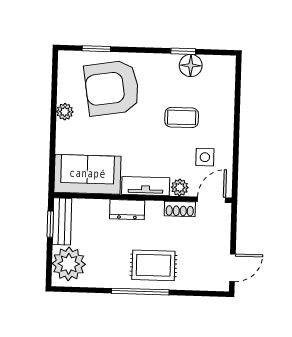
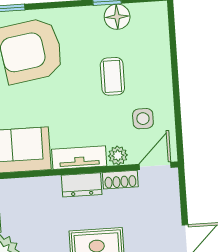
coffee table: (182, 117) -> (112, 76), turned 90
dresser: (127, 210) -> (82, 185), moved

